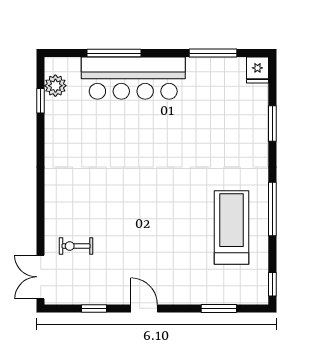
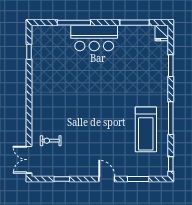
bar counter: (133, 78) -> (94, 38), width x0.73
plant: (55, 86) -> (38, 43), removed
treadmill: (232, 228) -> (146, 129), turned 180
door: (144, 308) -> (107, 179), moved

